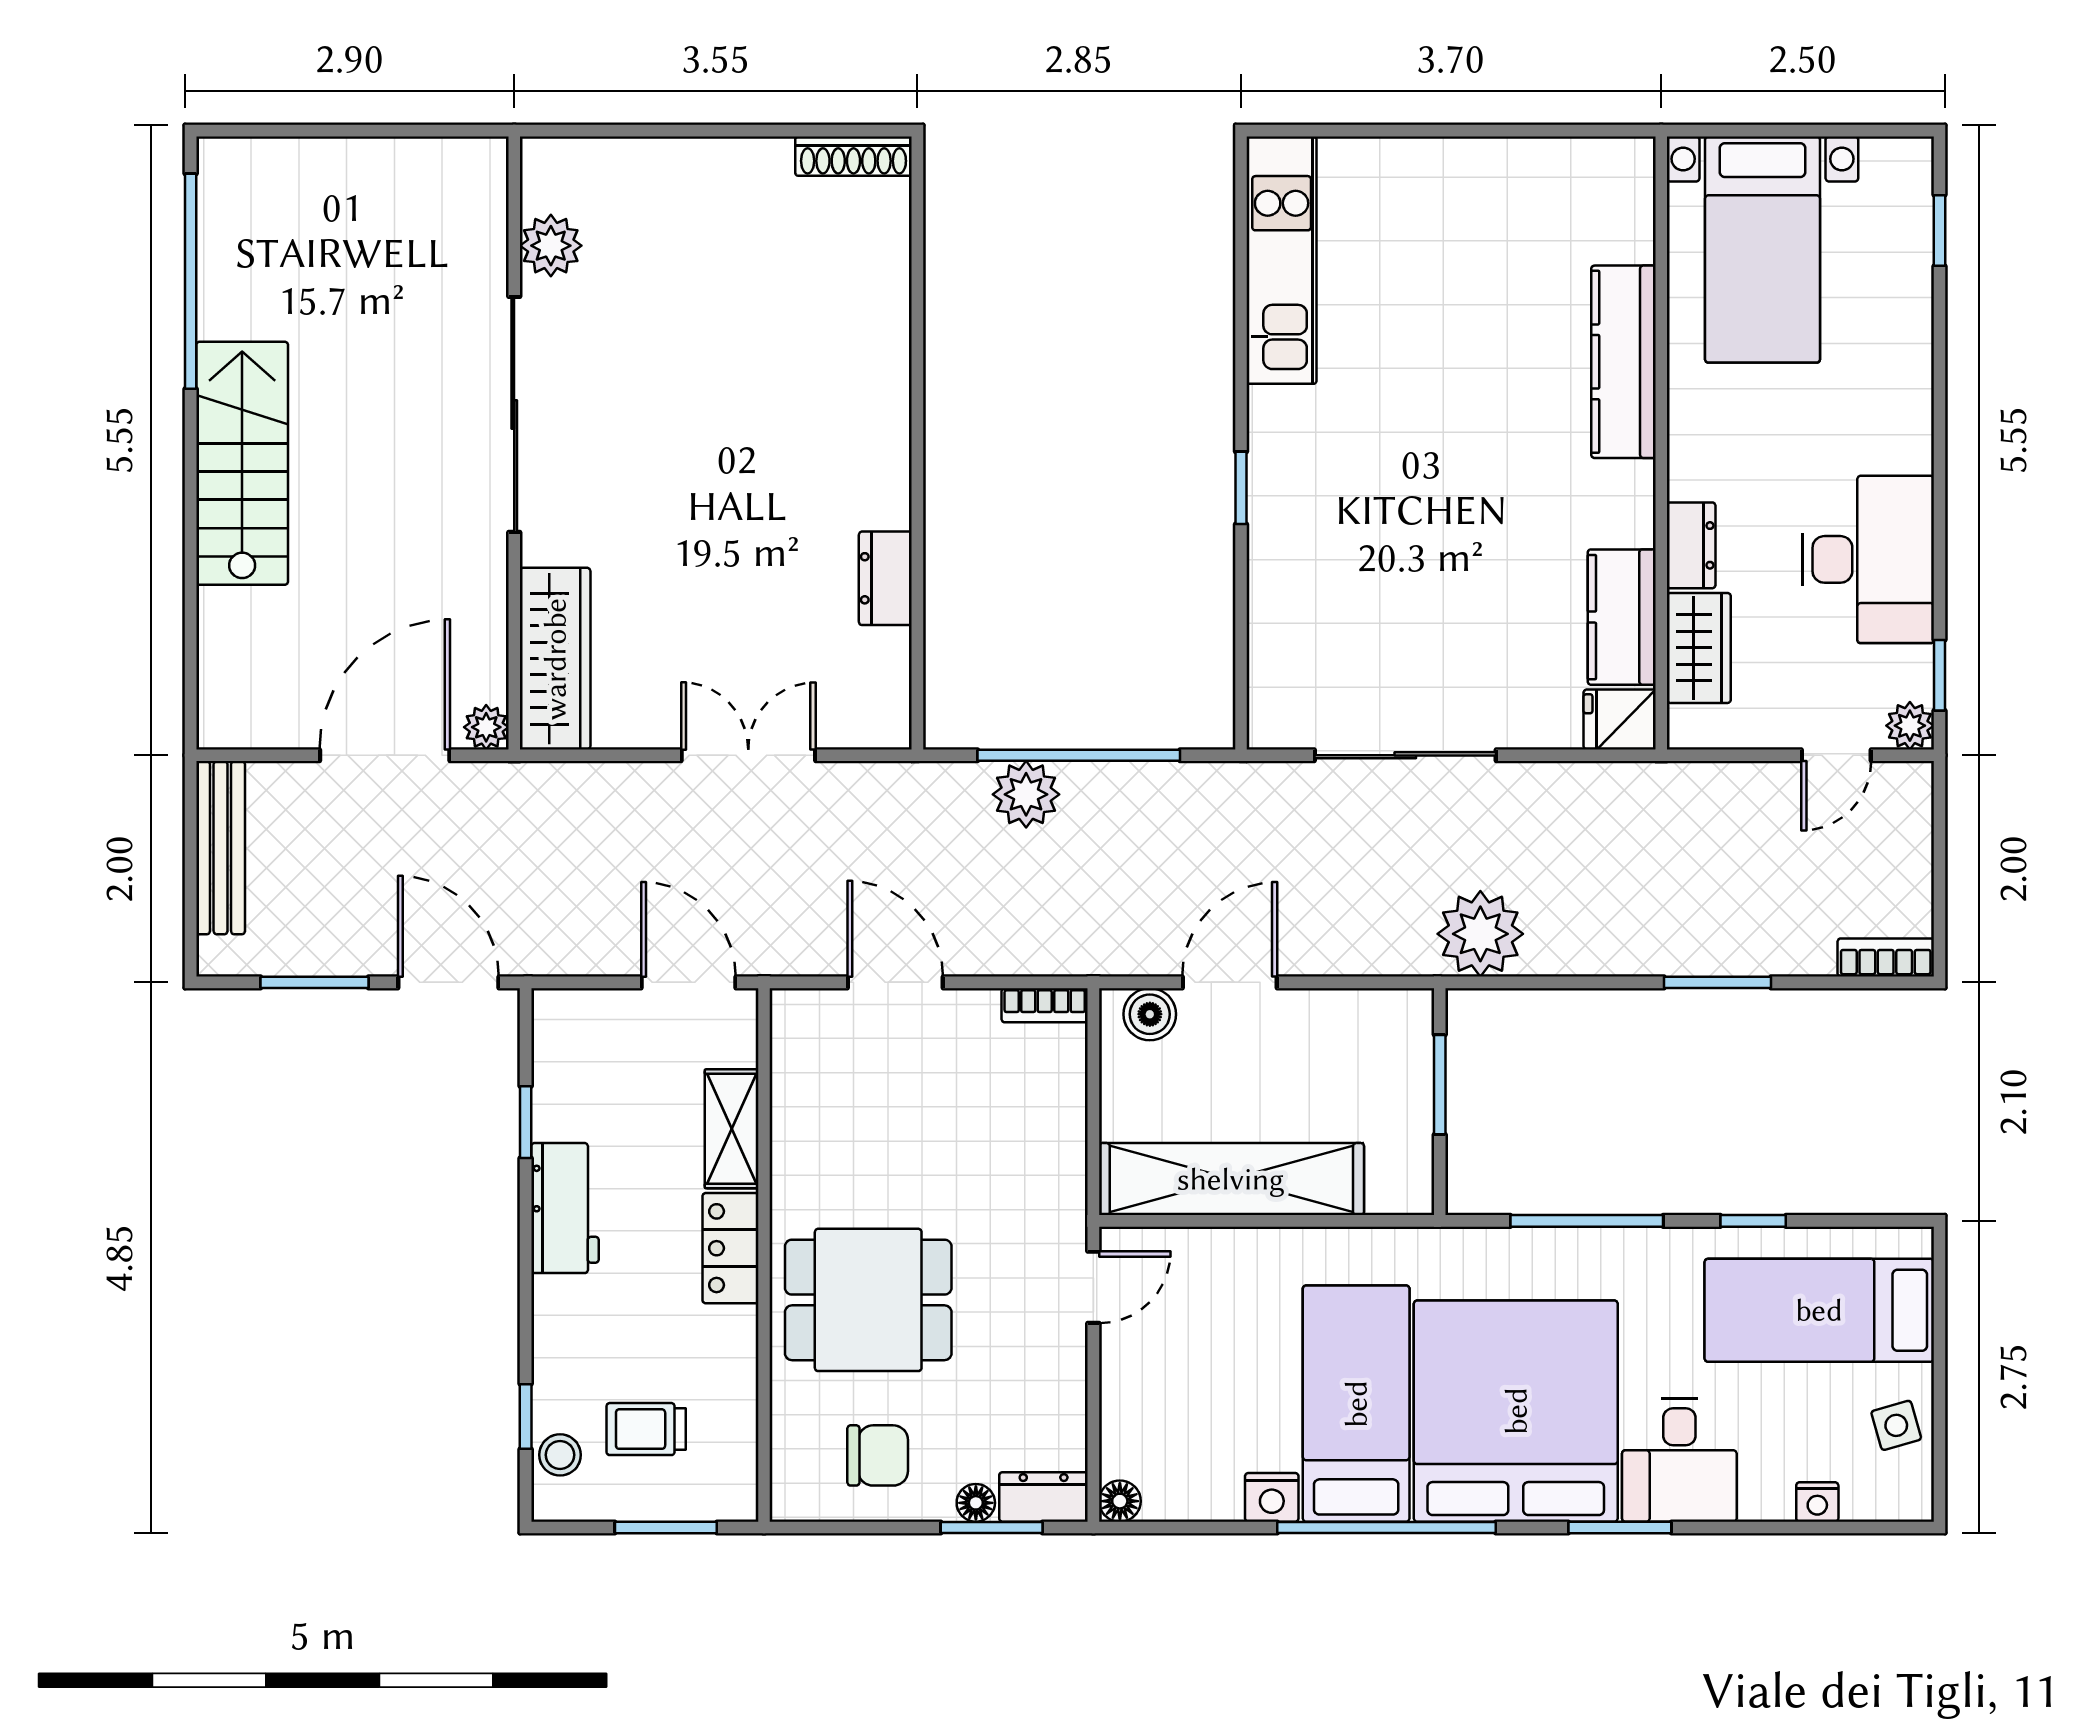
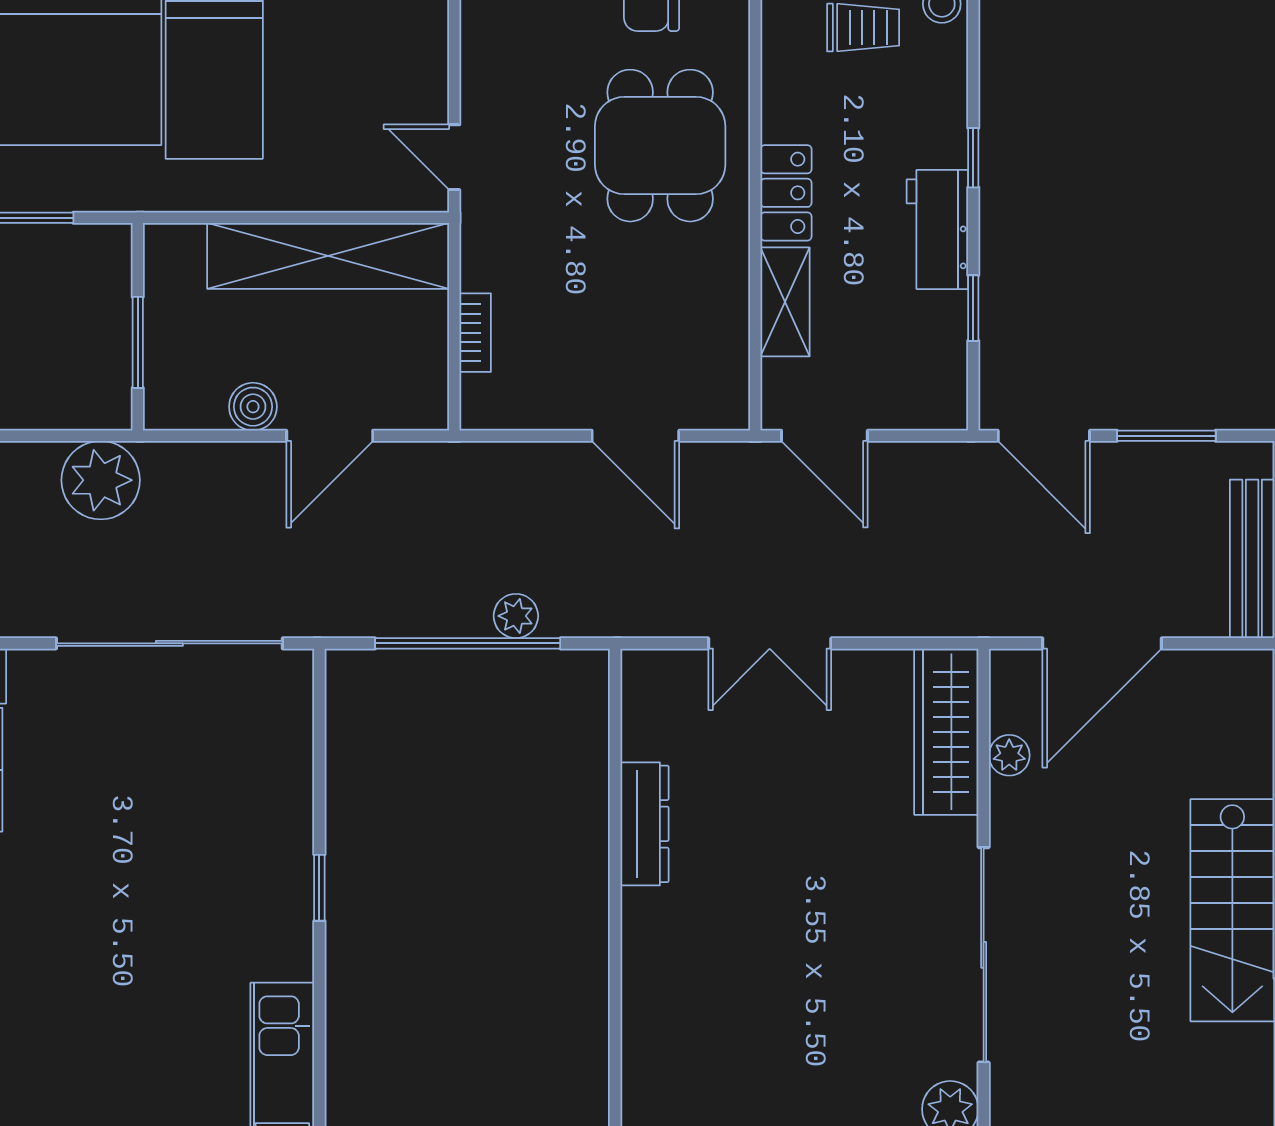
dresser: (885, 578) -> (644, 824), width x1.44
plant: (486, 727) -> (1009, 755), moved
sliding door: (1405, 755) -> (169, 643), width x1.36
plant: (1026, 794) -> (516, 616), width x0.73, depth x0.73
bookcase: (1045, 1005) -> (475, 333), moved, turned 90
boiler: (1150, 1014) -> (253, 407), moved
door: (1093, 1287) -> (454, 157), hinge flipped
dining table: (868, 1300) -> (660, 146), turned 90
window: (526, 1416) -> (973, 158), moved

